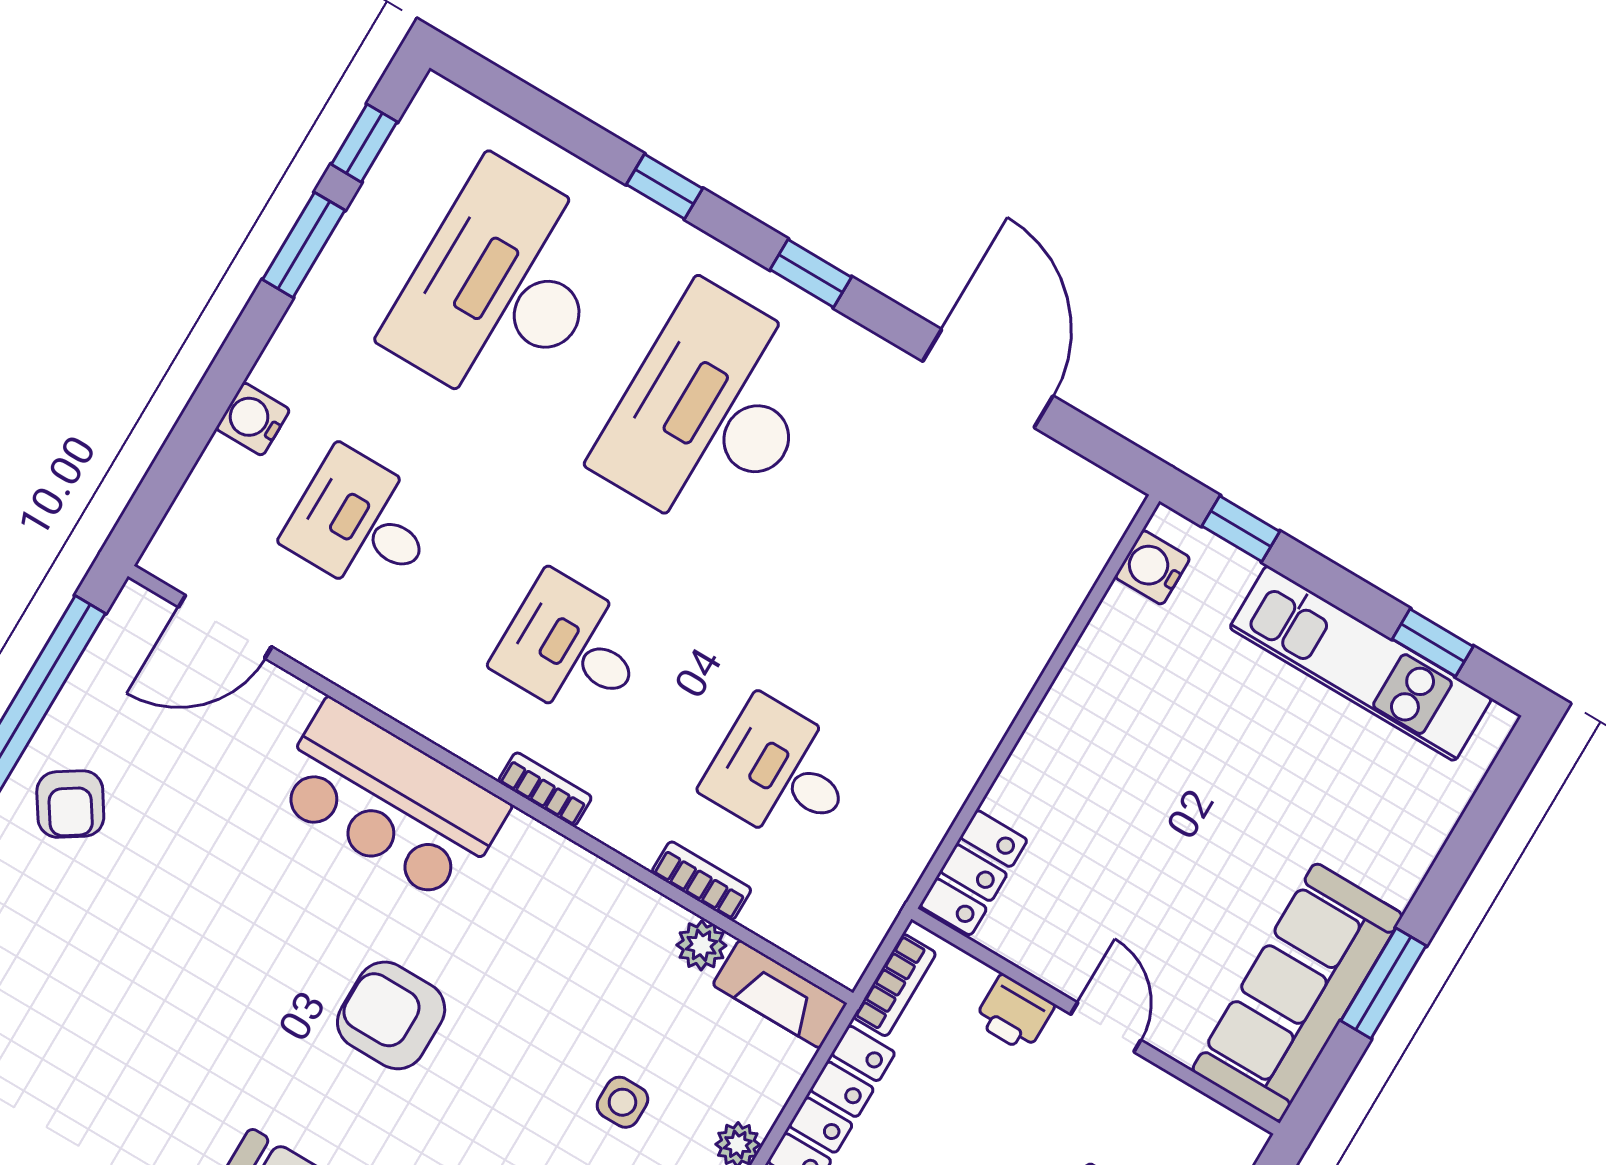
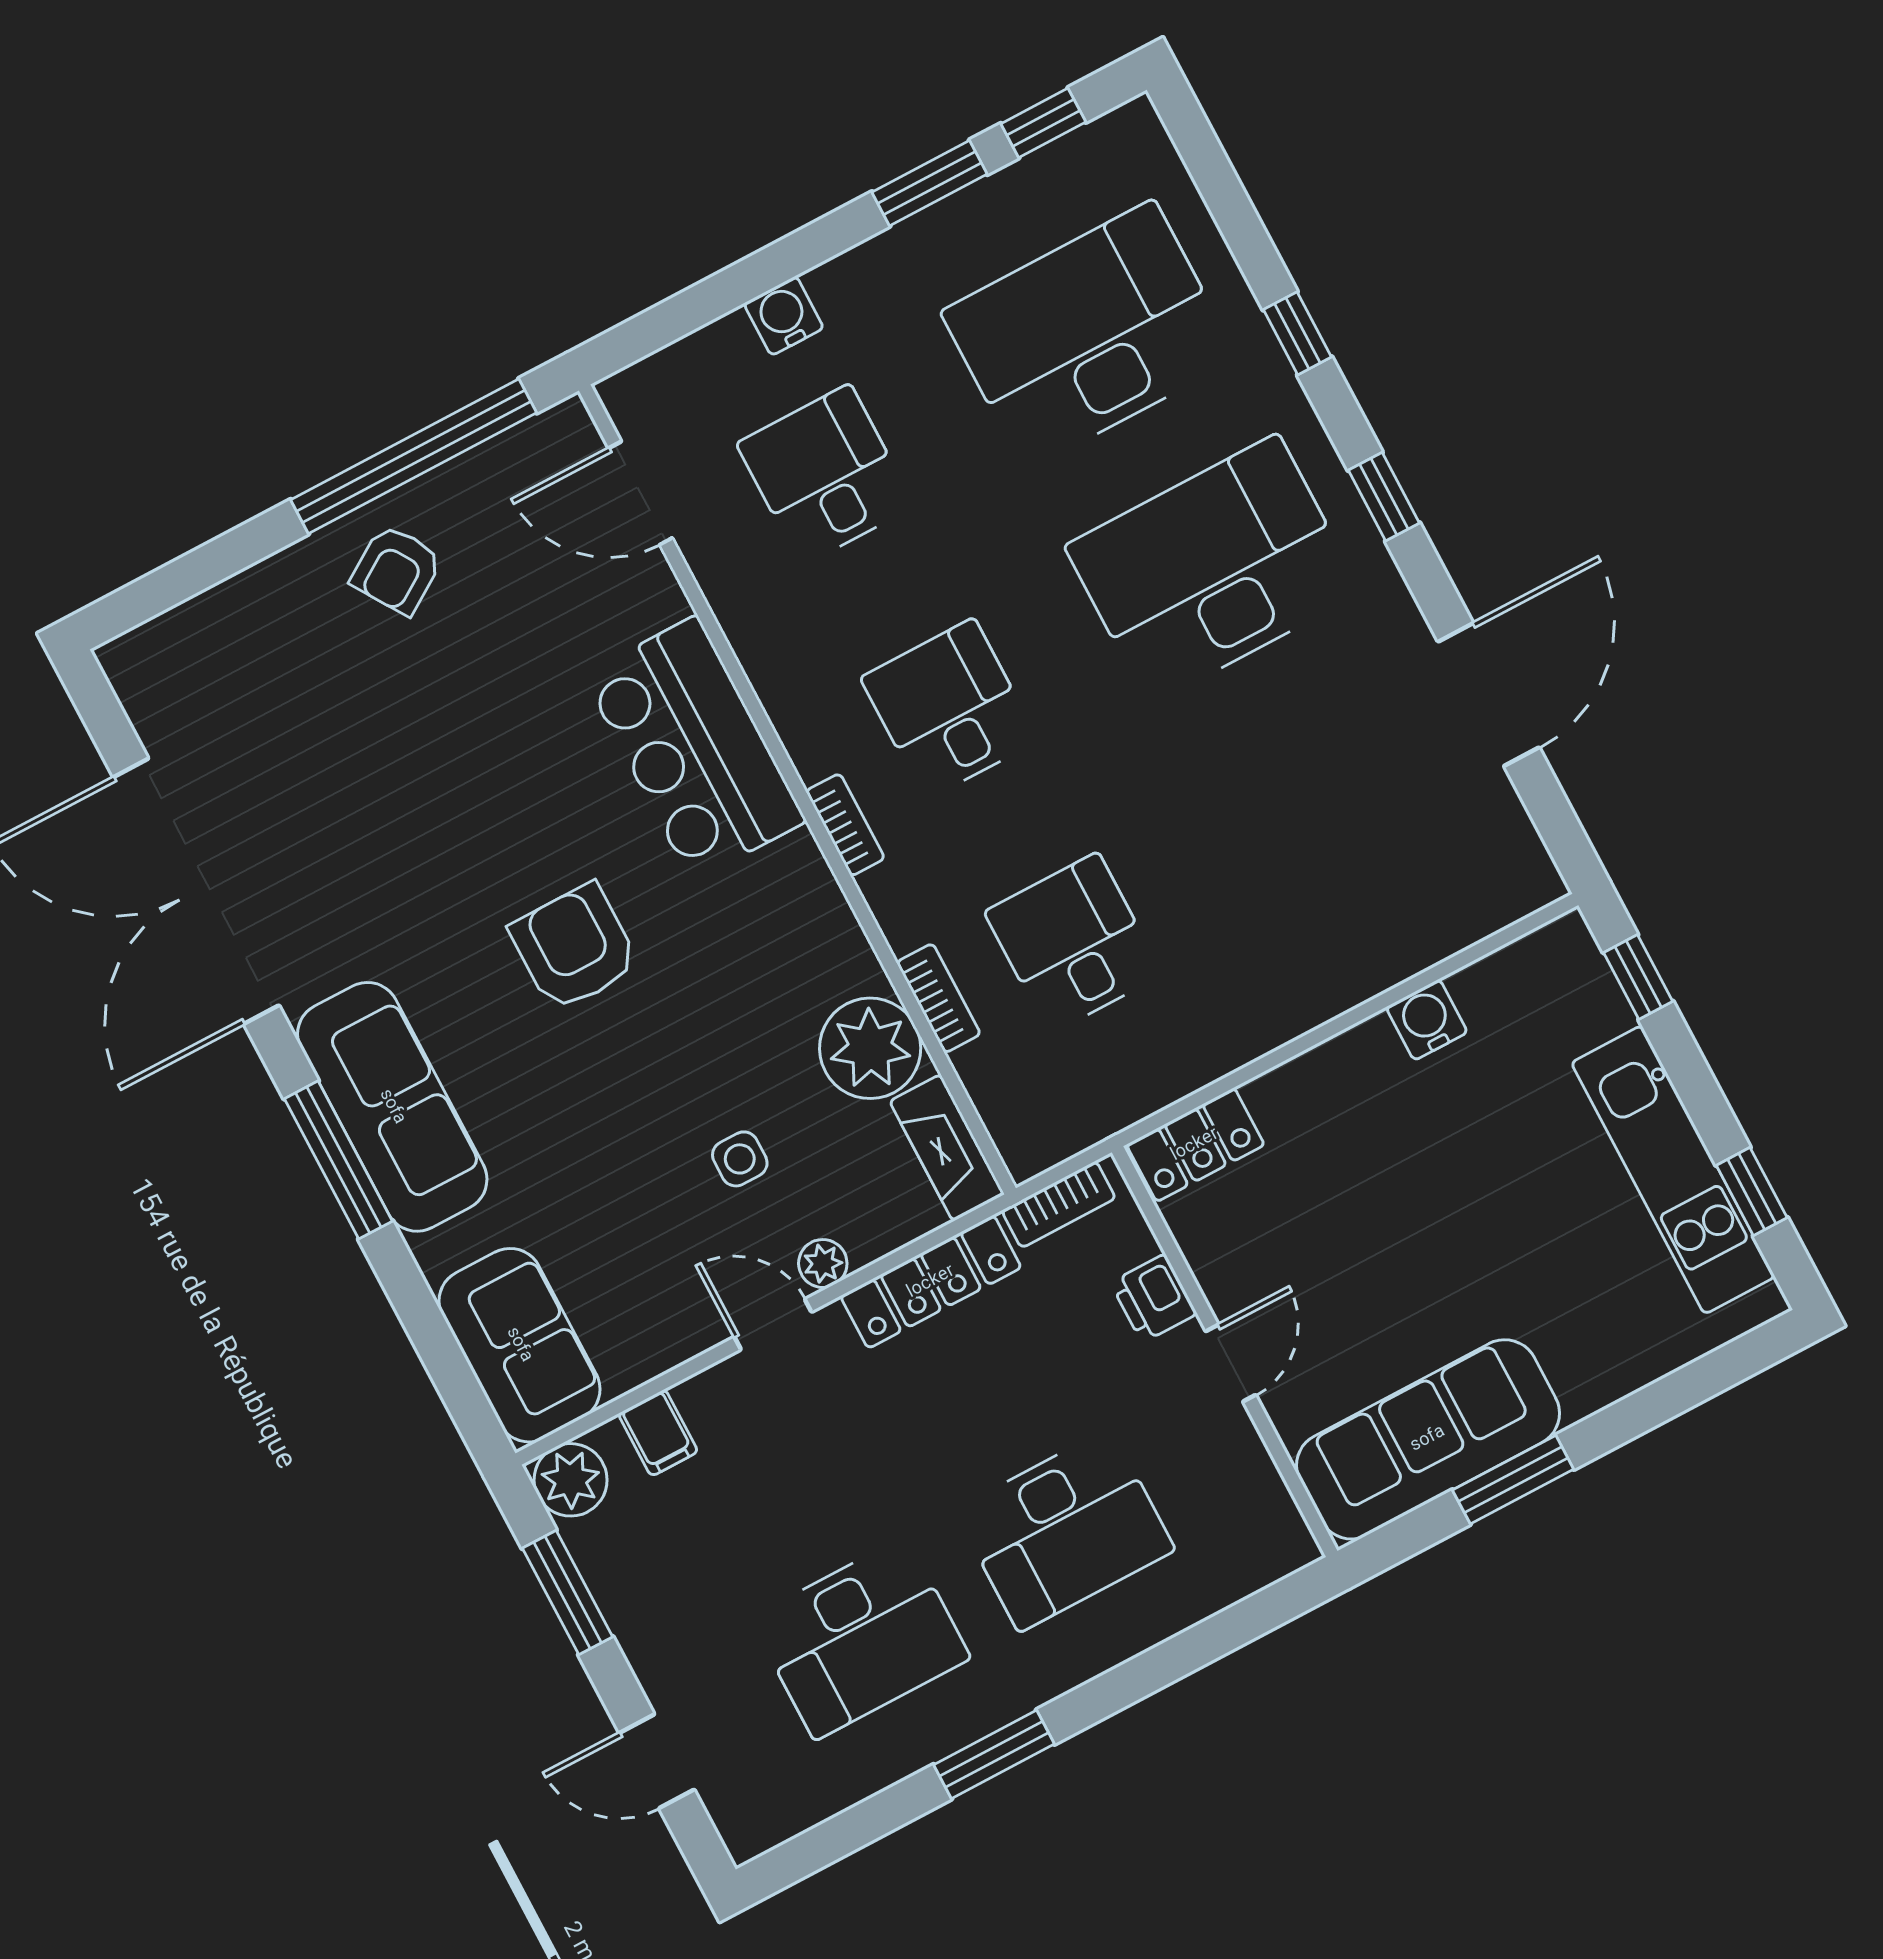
water cooler: (1152, 567) -> (1427, 1020), moved
plant: (701, 945) -> (870, 1048), width x1.88, depth x1.88

